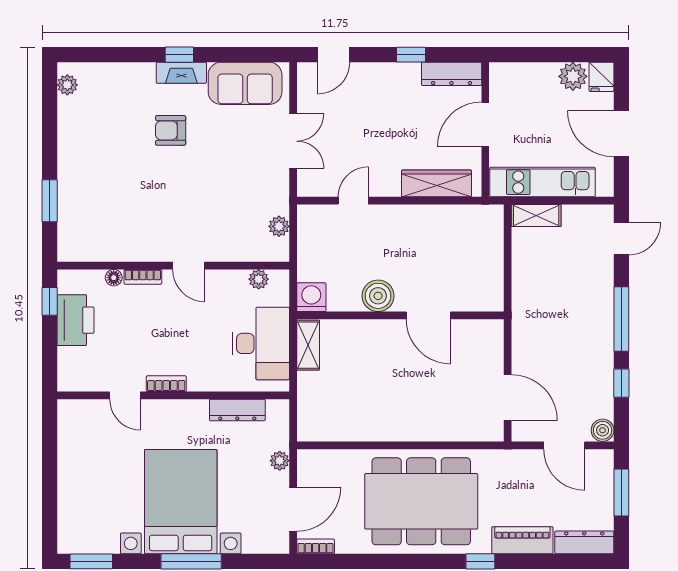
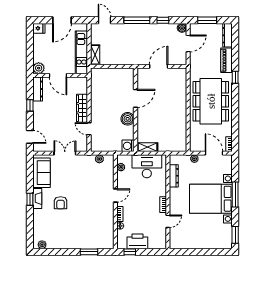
plant: (573, 76) -> (39, 68), moved
wardrobe: (437, 183) -> (82, 108), moved
door: (508, 397) -> (159, 66), moved

